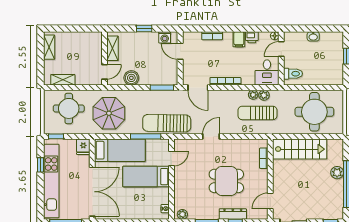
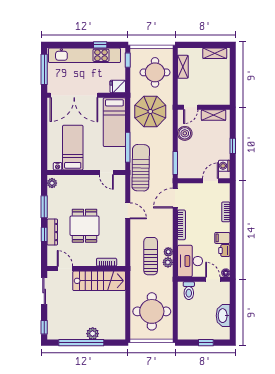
washbasin: (313, 36) -> (223, 316), width x1.91, depth x1.45
door: (105, 72) -> (191, 107), hinge flipped
desk: (267, 72) -> (190, 261), width x1.37
stairs: (300, 149) -> (99, 281), moved, turned -90
bed: (146, 177) -> (73, 148), moved

